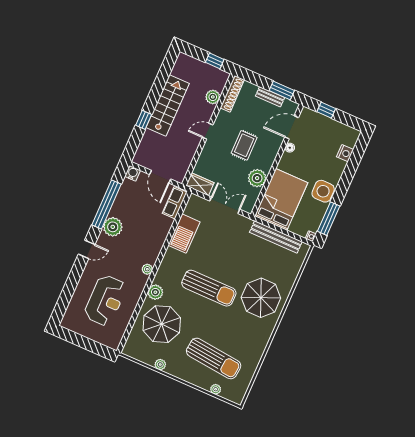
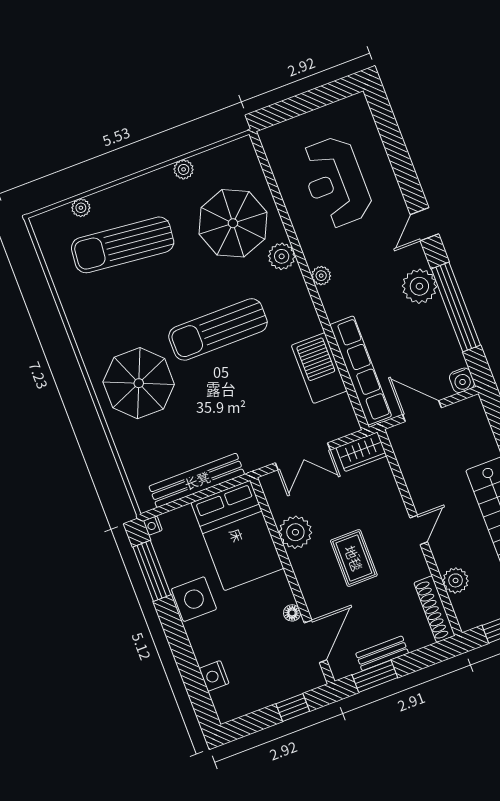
row of seats: (175, 203) -> (361, 370), width x2.02

